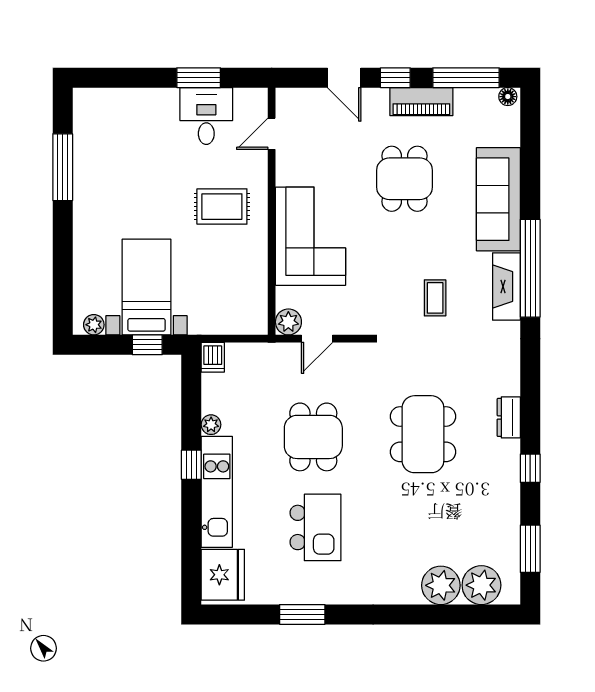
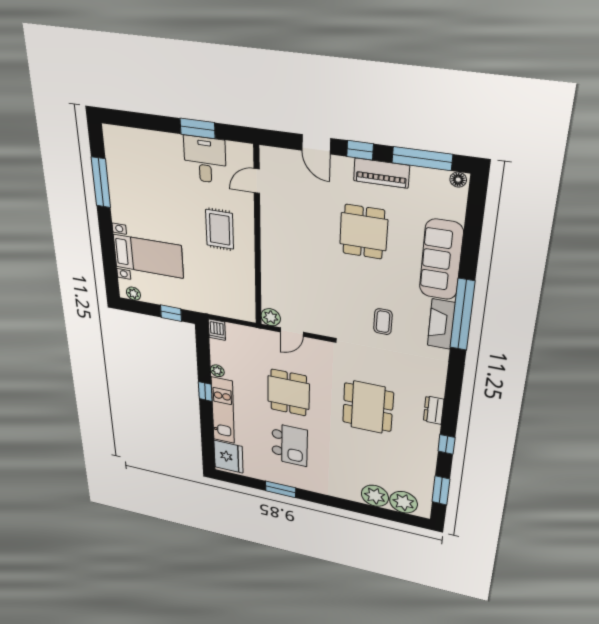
rug: (222, 207) -> (220, 229), turned 90
corner sofa: (310, 236) -> (287, 262), removed
bed with nightstands: (147, 287) -> (148, 256), moved, turned 90

